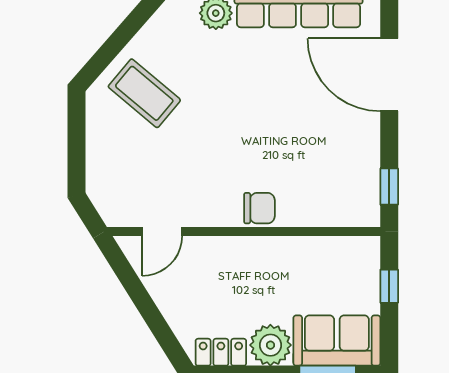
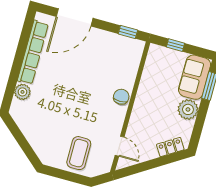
coffee table: (144, 93) -> (79, 153), moved, turned -40
locker: (221, 352) -> (170, 147), moved, turned 58

